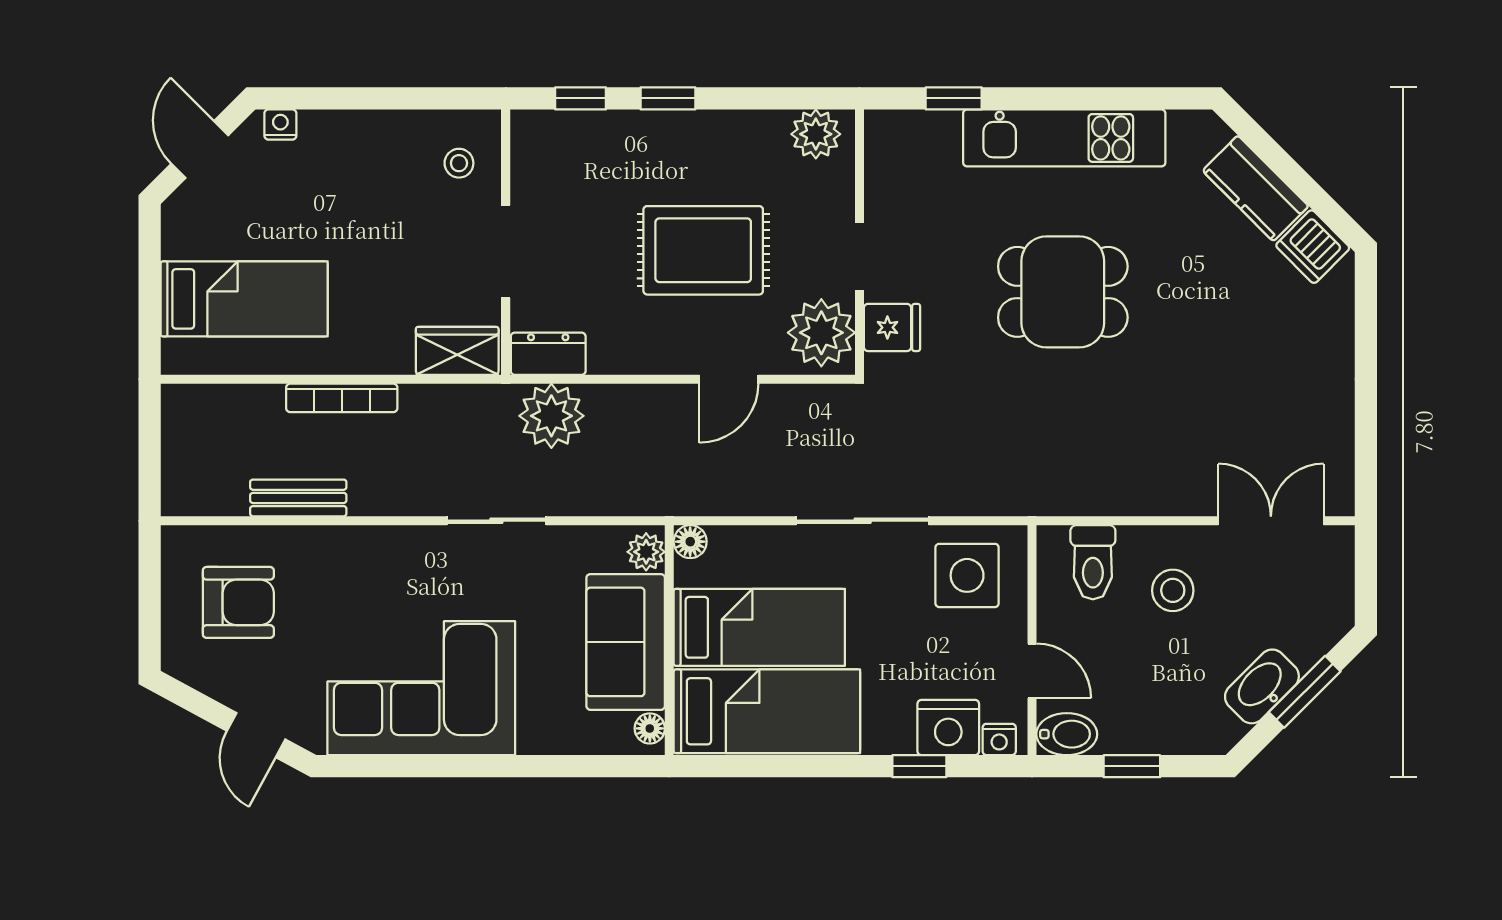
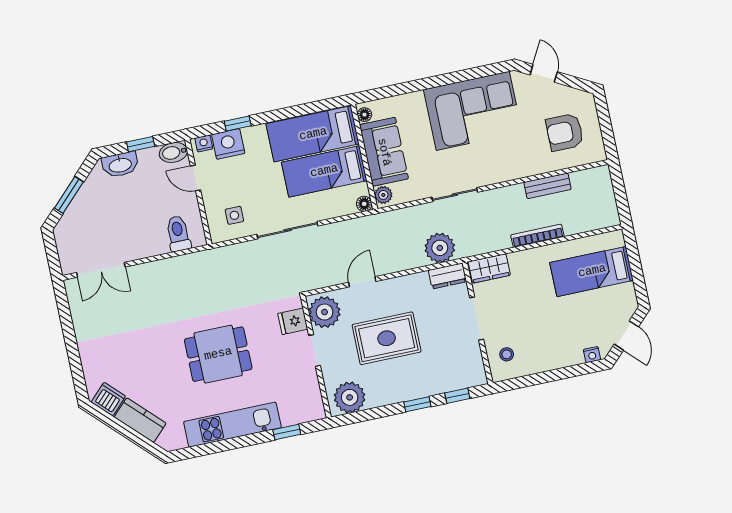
plant: (816, 134) -> (350, 397), width x1.36, depth x1.36
side table: (967, 575) -> (234, 215), width x0.54, depth x0.54
stool: (1173, 590) -> (139, 228), removed
washbasin: (1262, 686) -> (120, 165), moved, turned 45

